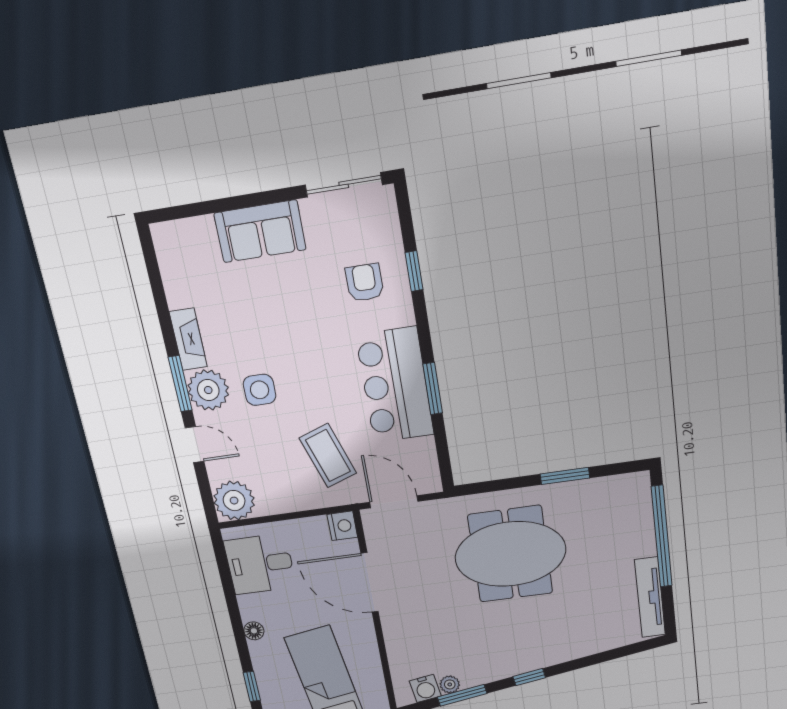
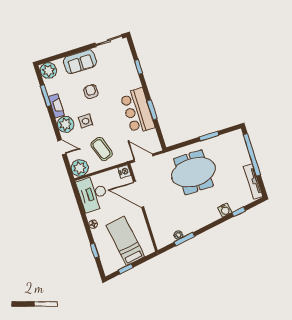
plant: (174, 242) -> (48, 70), added
armchair: (365, 283) -> (91, 92), moved
window: (180, 384) -> (46, 96), moved
coffee table: (328, 456) -> (102, 149), moved
desk: (260, 564) -> (93, 194), width x1.37
window: (529, 677) -> (239, 212), moved
water cooler: (425, 688) -> (225, 210), moved

